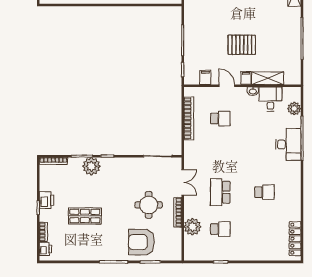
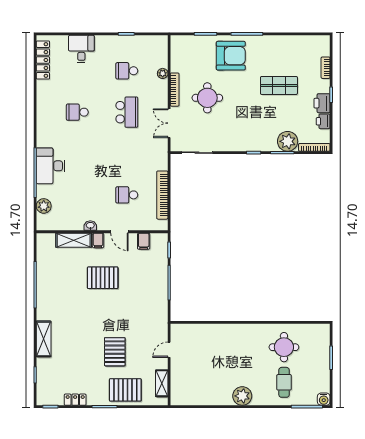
desk: (270, 99) -> (81, 49), moved, turned 180
plant: (91, 166) -> (288, 141), moved
plant: (192, 227) -> (163, 73), width x0.53, depth x0.53
armchair: (141, 242) -> (231, 56), moved
printer: (45, 249) -> (323, 121), moved

